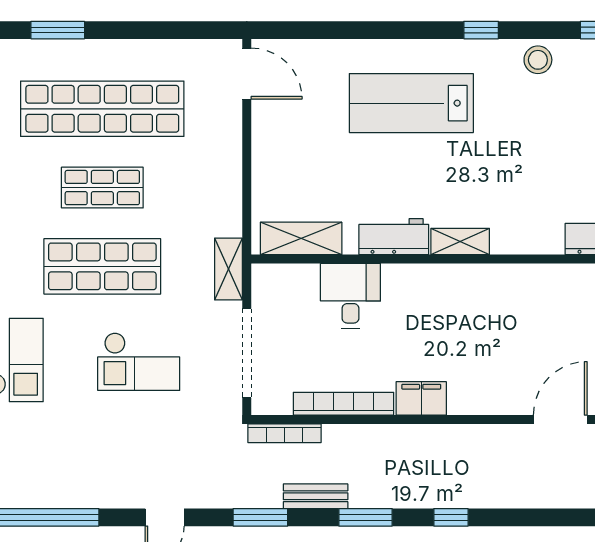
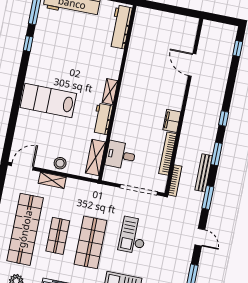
window: (481, 30) -> (28, 44), moved
stool: (538, 60) -> (60, 163), moved
lab bench: (411, 103) -> (48, 101), turned 90
shelving: (228, 269) -> (52, 180), moved
desk: (350, 296) -> (121, 155), moved
checkout: (139, 362) -> (133, 235), turned 180
bench: (316, 496) -> (204, 173), width x1.36

